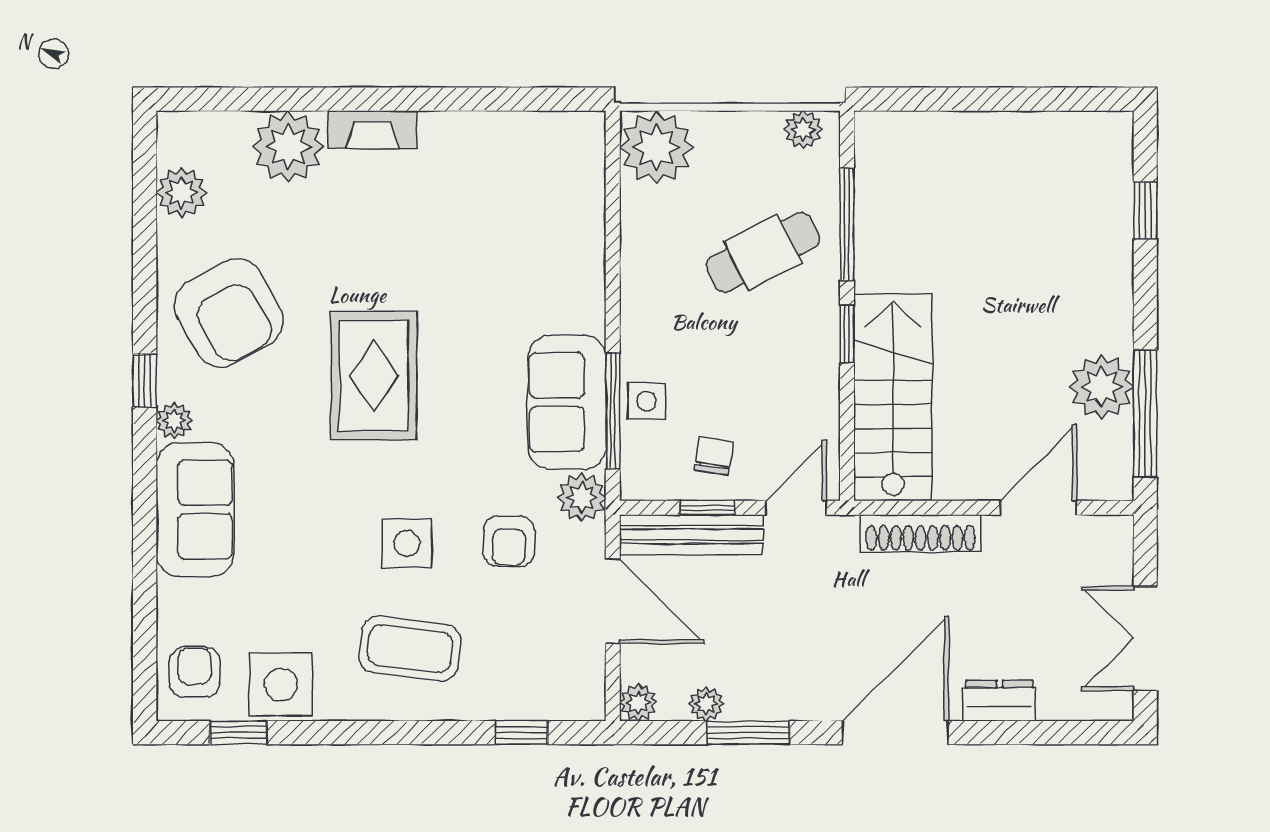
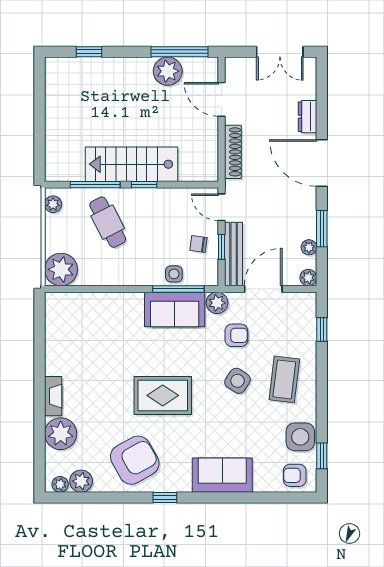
stairs: (893, 397) -> (131, 164), moved
plant: (174, 421) -> (60, 484), moved
side table: (407, 543) -> (237, 381), turned 33

